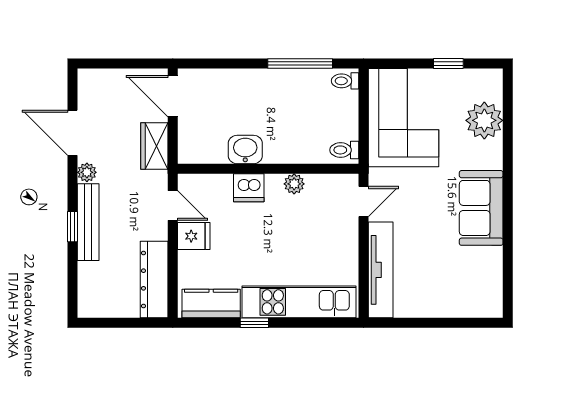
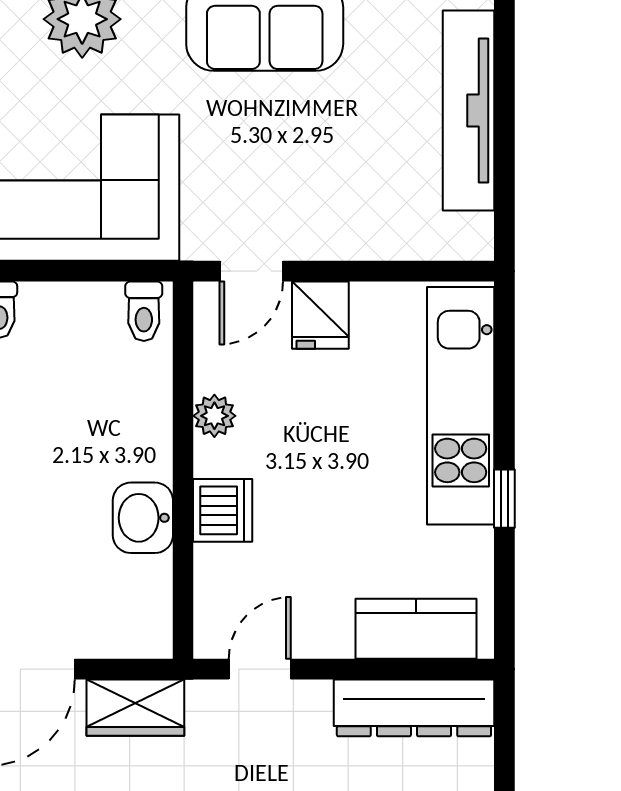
door: (363, 201) -> (251, 271), swing flipped
fridge: (194, 236) -> (320, 315), moved, turned 180
tv unit: (381, 270) -> (469, 111), moved, turned -90
kitchen counter: (211, 303) -> (416, 629), moved, turned 90

